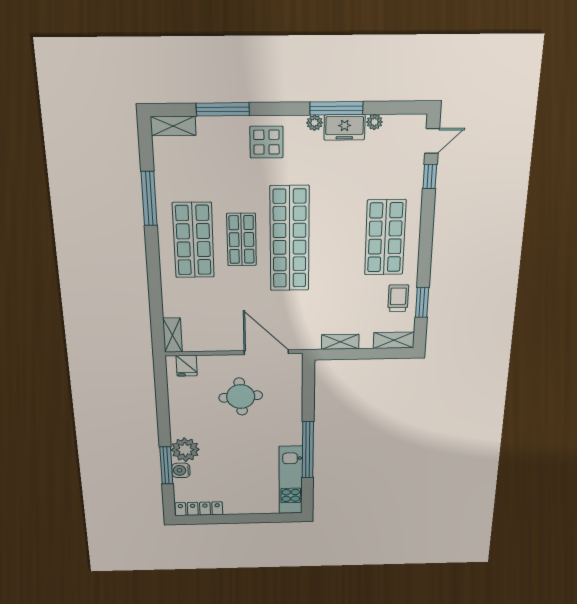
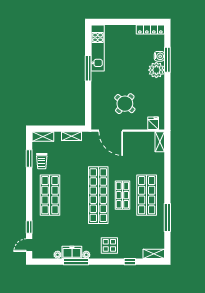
window: (223, 109) -> (130, 262), width x0.46
round table: (241, 397) -> (125, 104), turned 45
window: (308, 450) -> (88, 68), width x0.68

